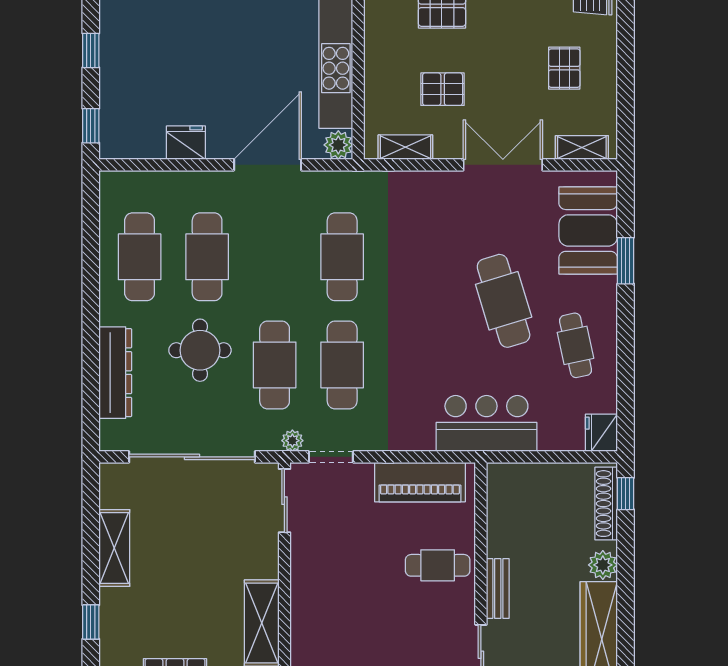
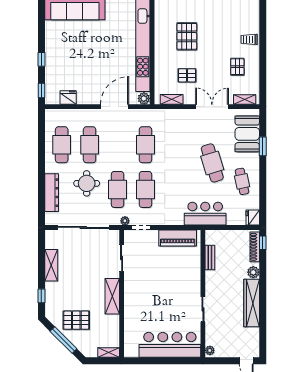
fridge: (186, 143) -> (68, 98), moved
sliding door: (284, 501) -> (122, 258), moved
cafe table: (438, 565) -> (185, 272), removed
bench: (498, 589) -> (210, 258), moved

